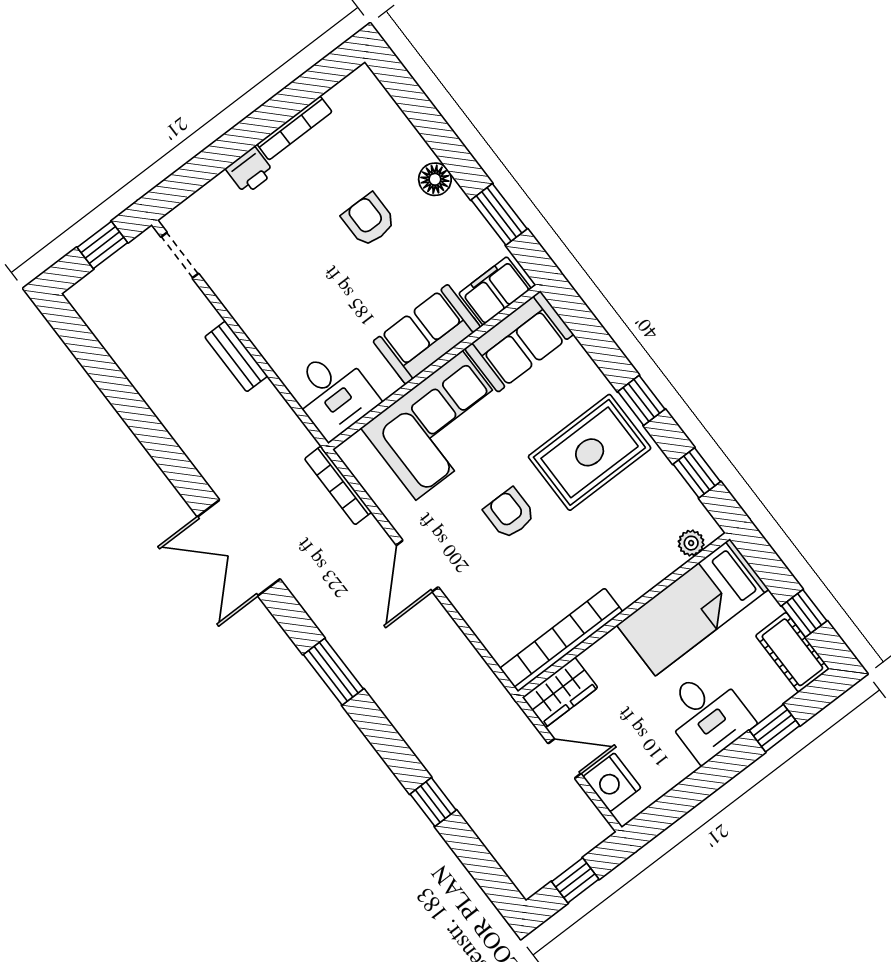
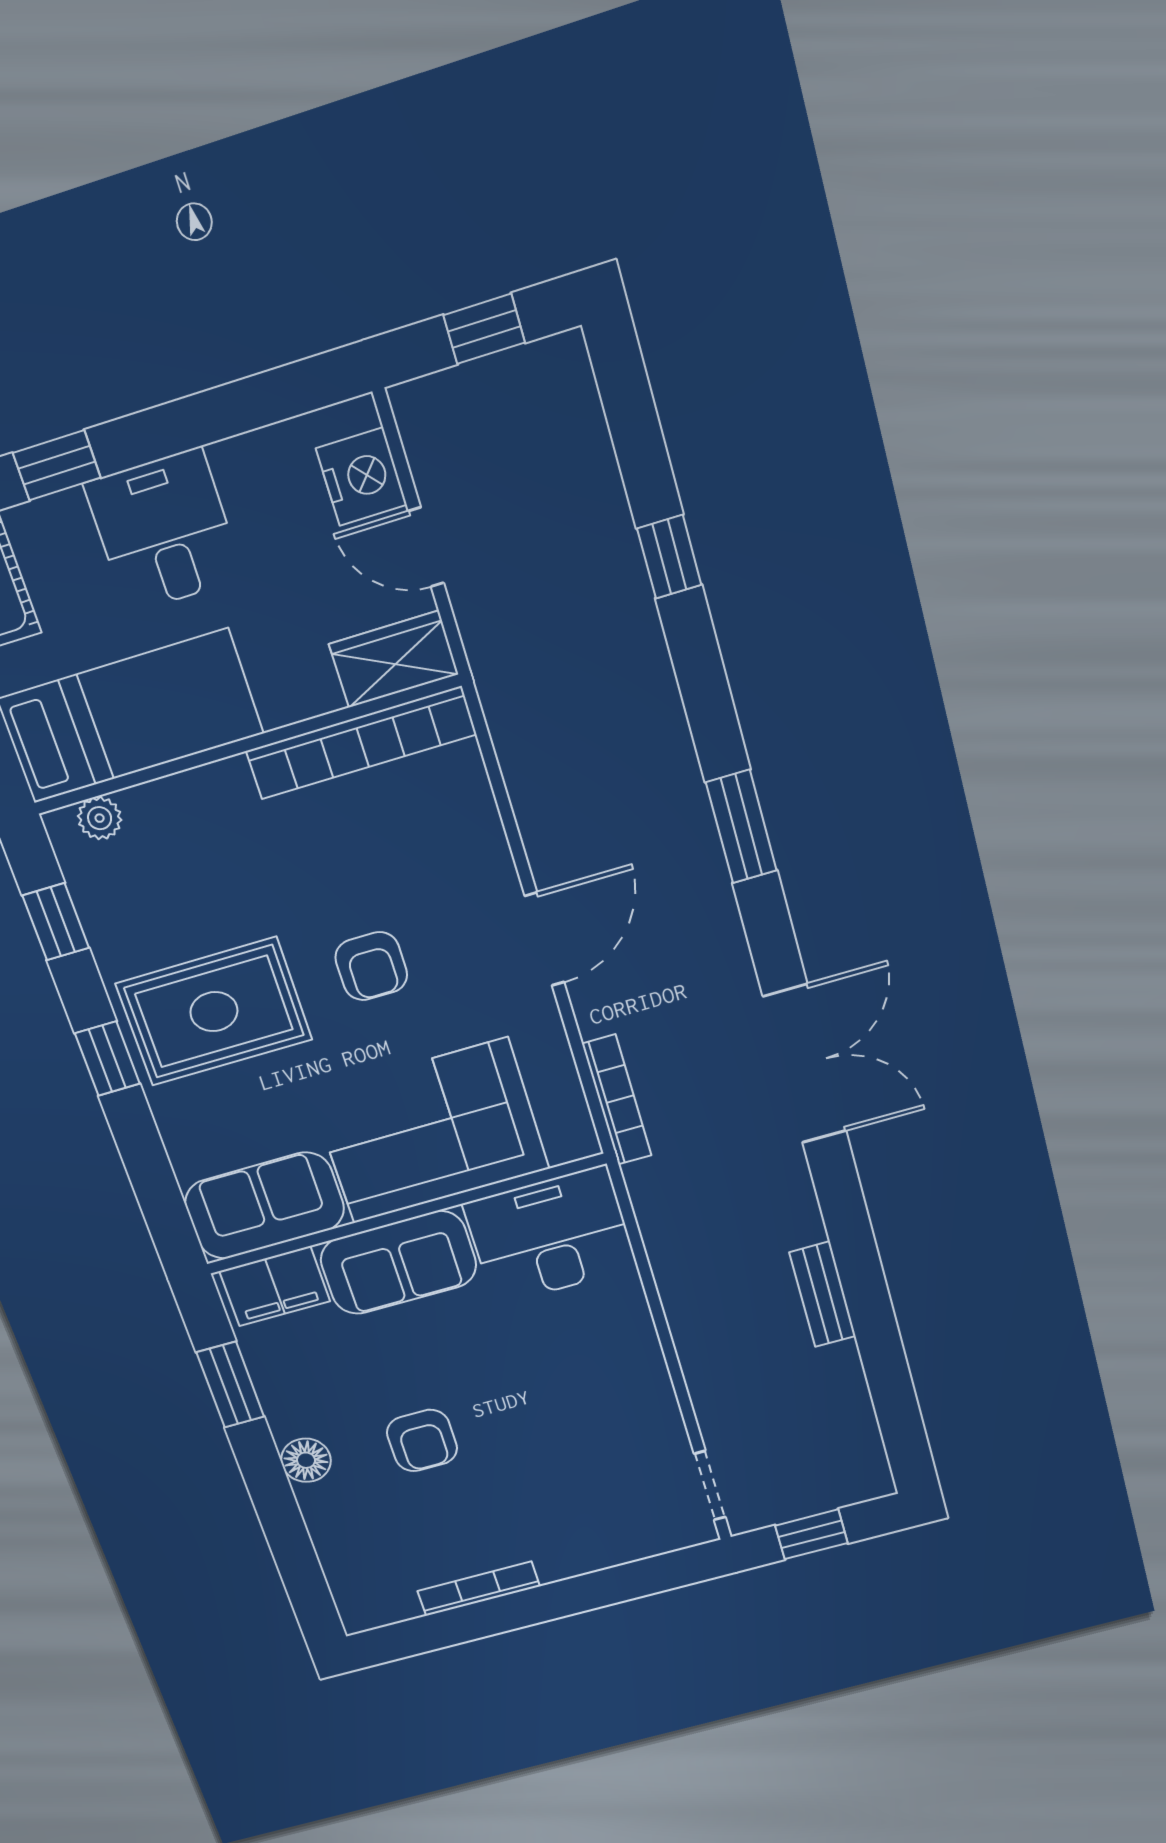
printer: (250, 171) -> (564, 1557), removed
bench: (236, 356) -> (823, 1294), moved
desk: (333, 393) -> (550, 1236), width x1.37

